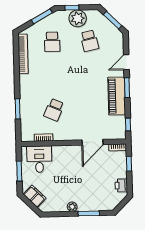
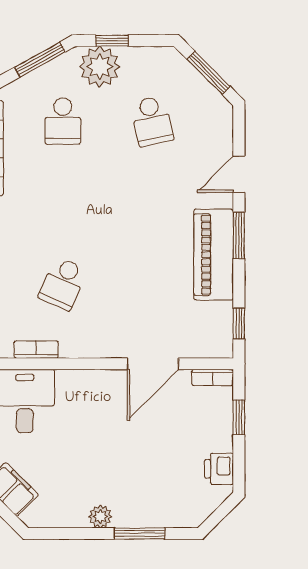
plant: (78, 18) -> (100, 67), moved

